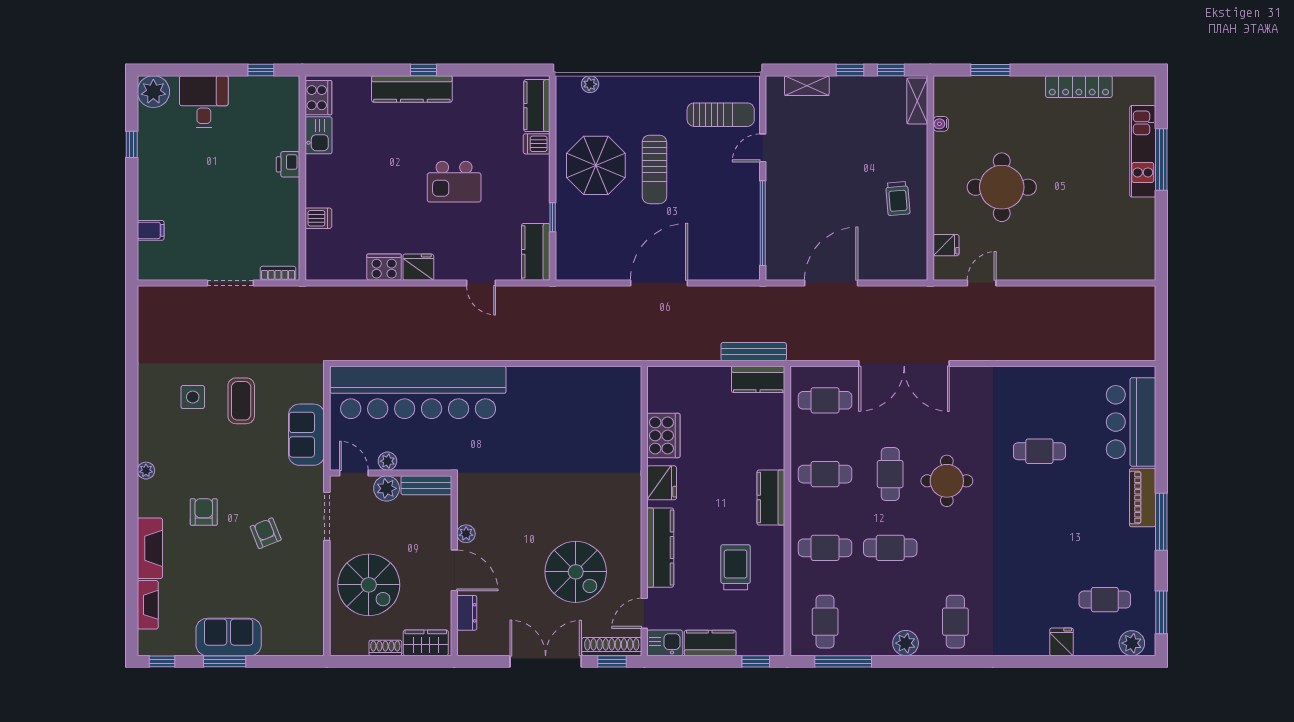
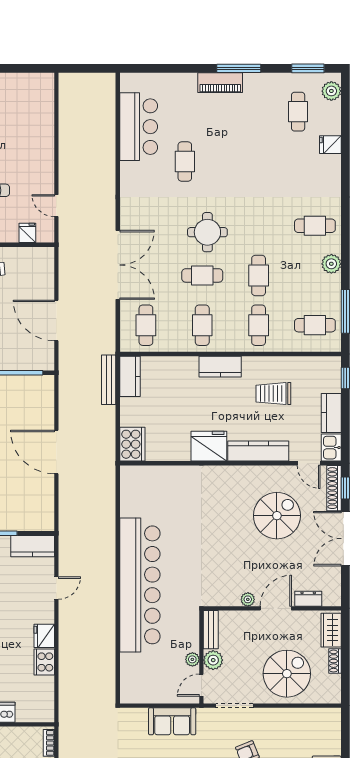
bar counter: (418, 392) -> (140, 585), moved
bar counter: (1131, 422) -> (139, 127), moved, turned -90
cooker: (663, 435) -> (132, 444), moved, turned 90
fridge: (662, 483) -> (209, 446), width x1.36, depth x1.34

